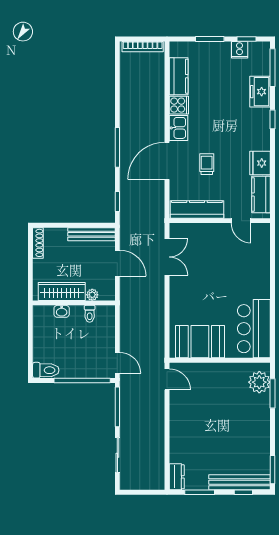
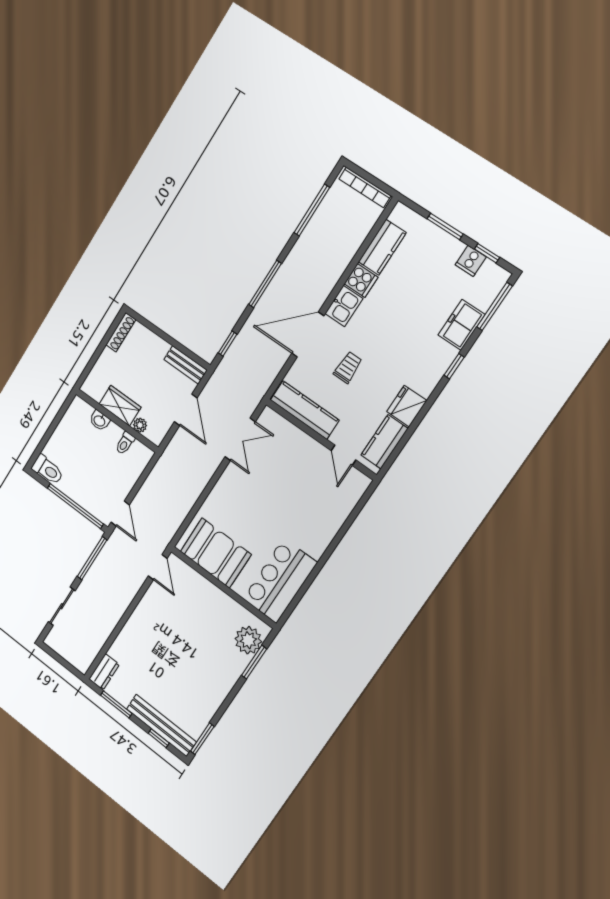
window: (117, 82) -> (312, 210), added
bench: (91, 234) -> (185, 365), width x0.73
wardrobe: (62, 291) -> (120, 406), width x0.67

